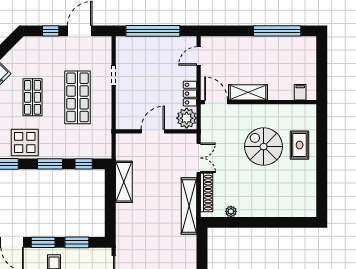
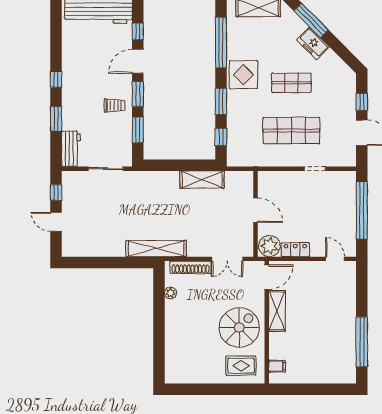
shelving: (248, 92) -> (277, 311), moved
filing cabinet: (300, 92) -> (277, 366), moved
door: (216, 102) -> (267, 277), moved
wall: (259, 102) -> (267, 322), moved
shelving: (189, 206) -> (156, 249), moved

